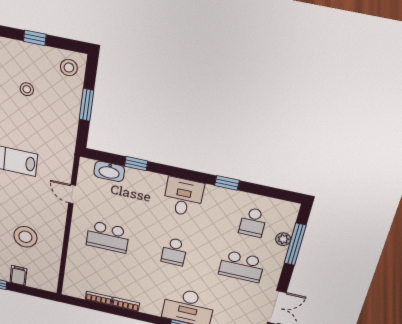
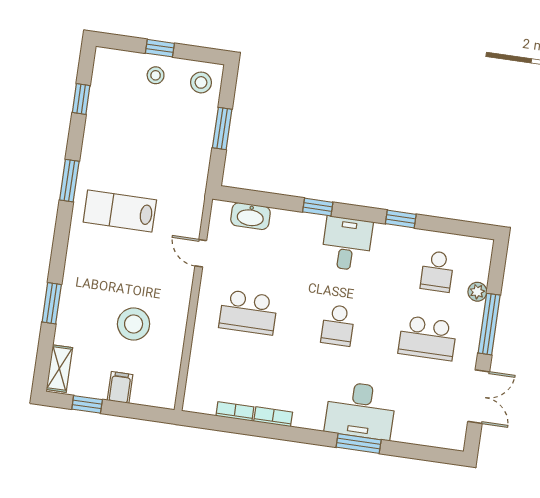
stool: (27, 89) -> (156, 75), moved
window: (136, 164) -> (318, 207), moved
window: (295, 244) -> (489, 324), moved

